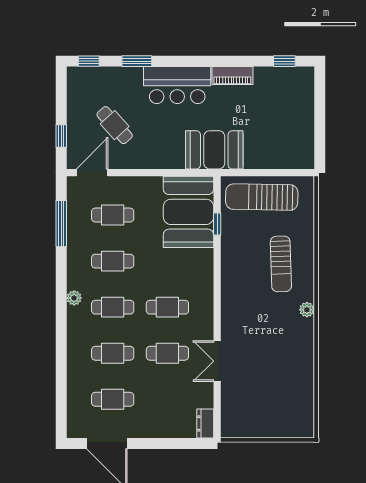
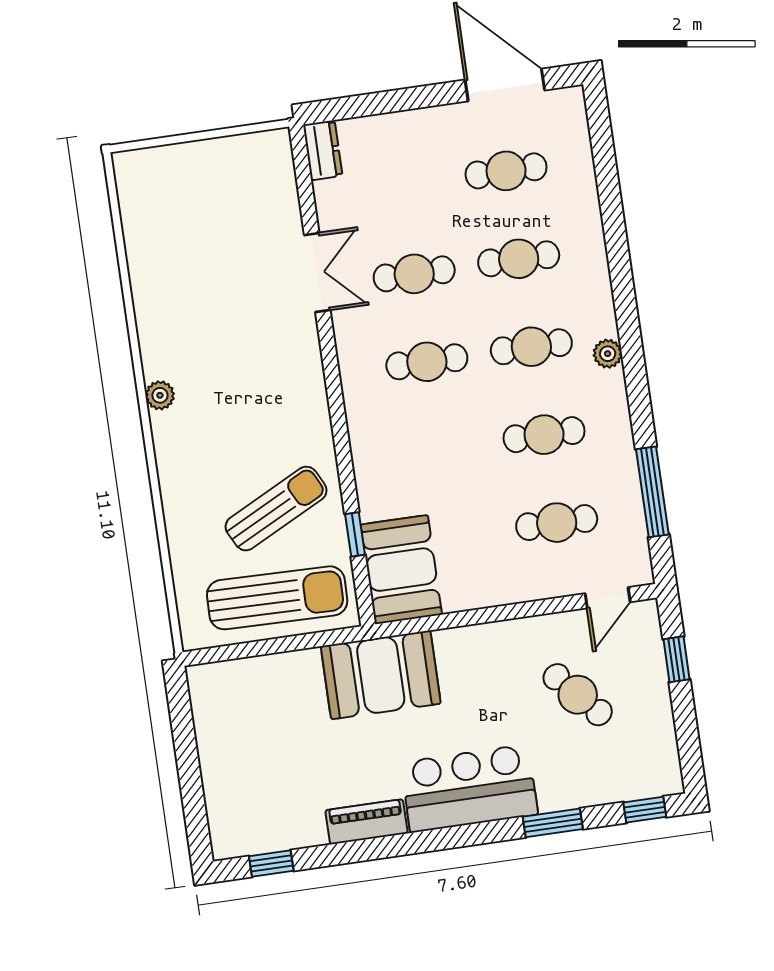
door: (92, 173) -> (608, 598), width x0.73
booth: (188, 212) -> (401, 570), width x0.73, depth x0.70
sun lounger: (281, 264) -> (276, 509), moved, turned 65

